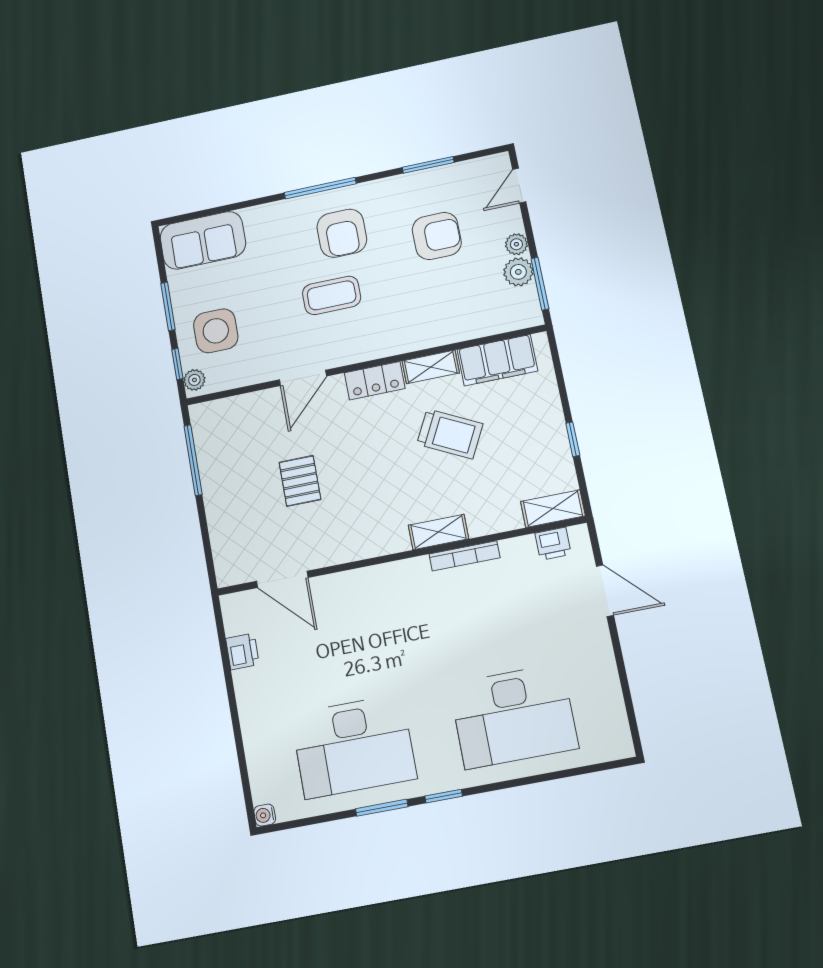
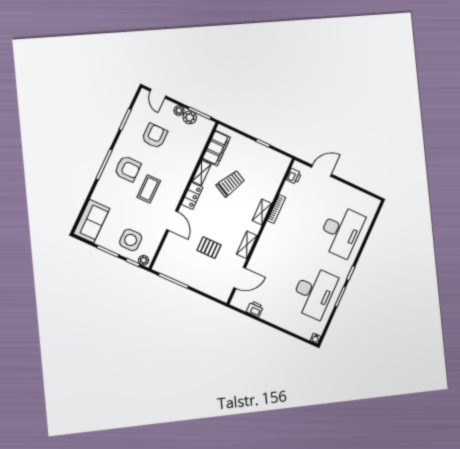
shelving: (553, 509) -> (247, 245), moved

